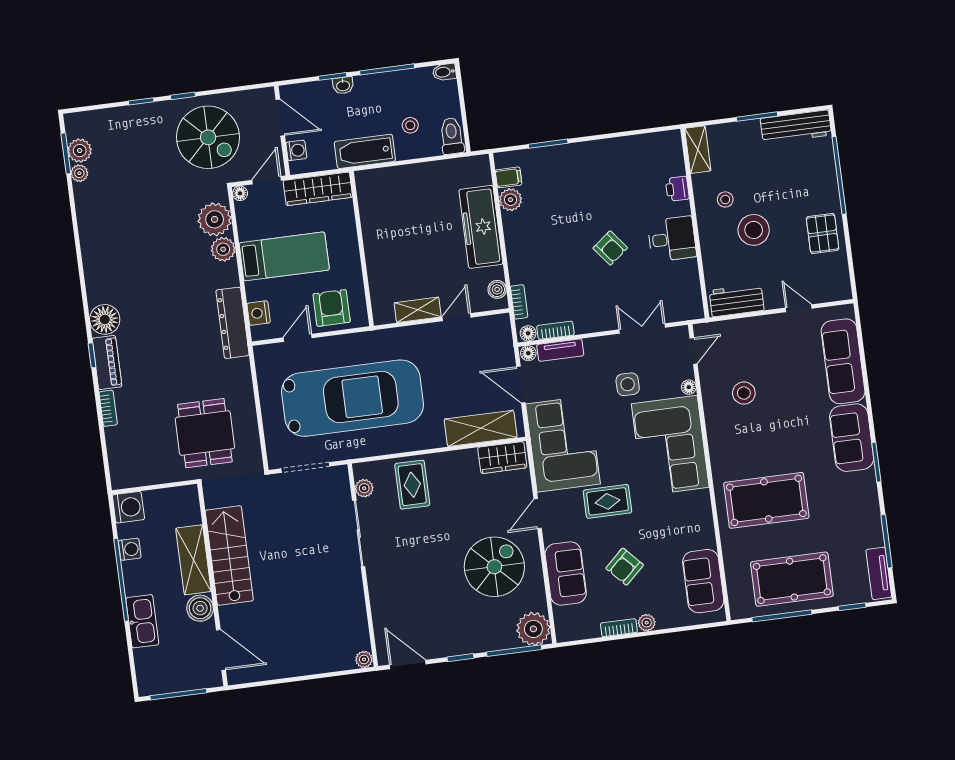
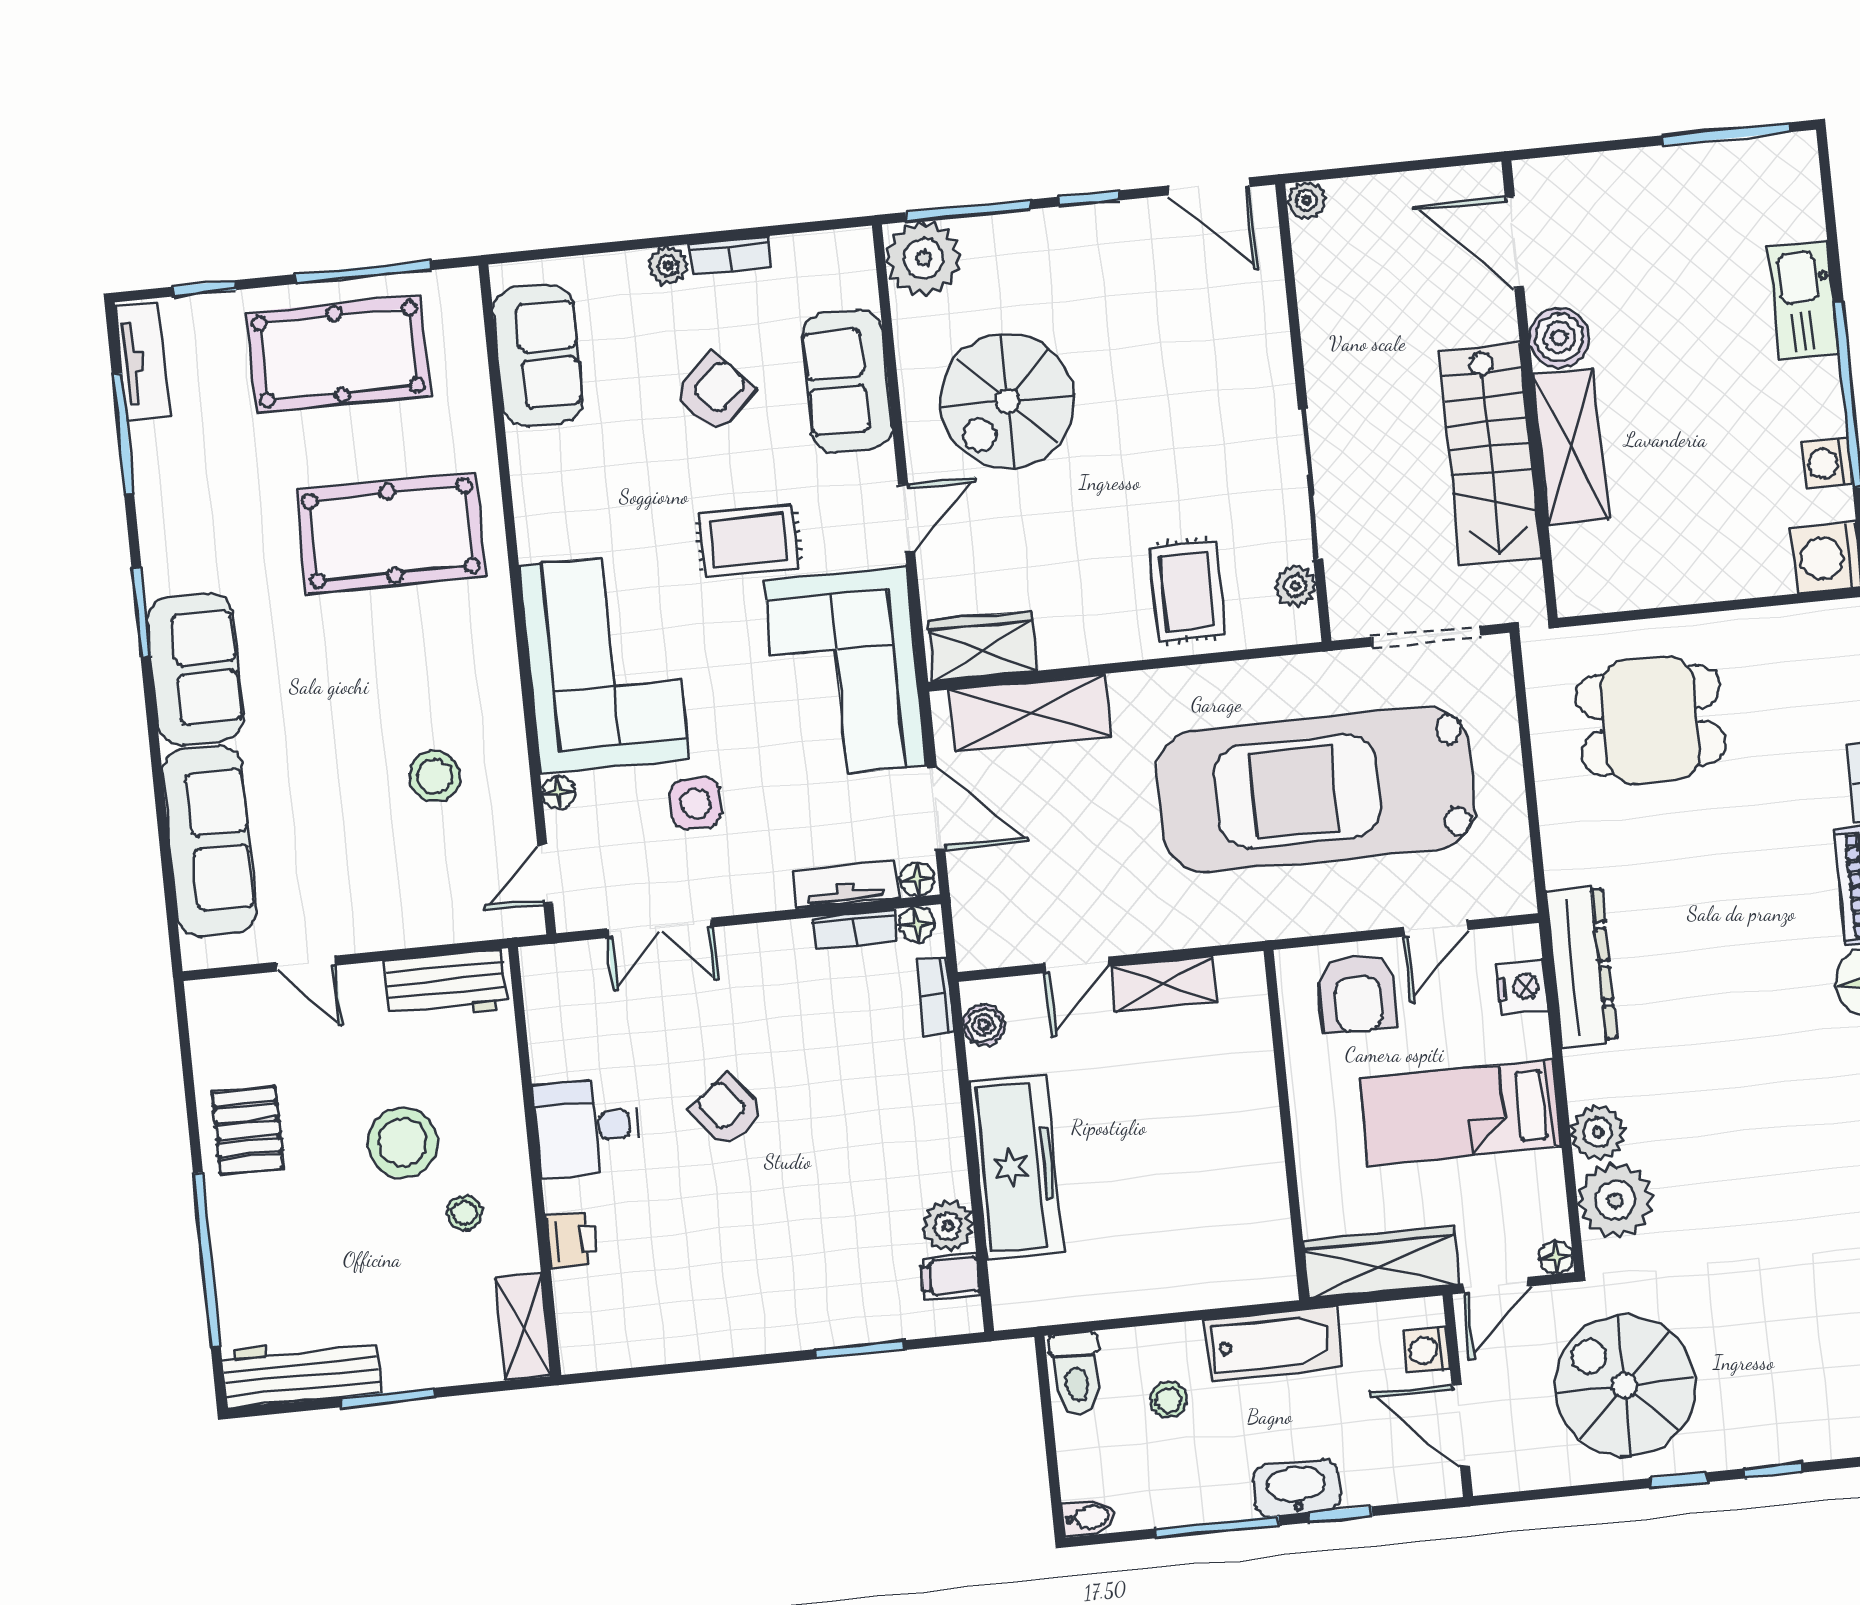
washbasin: (343, 85) -> (1297, 1488), width x1.91, depth x1.45
dining table: (205, 433) -> (1650, 720), turned 90
stairs: (229, 555) -> (1490, 454), moved
shelving: (193, 560) -> (1571, 447), moved
wall: (213, 585) -> (1530, 390), moved
boiler: (200, 608) -> (1559, 338), moved
door: (221, 650) -> (1515, 242), moved

